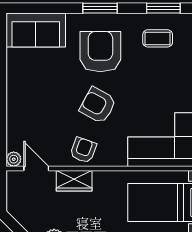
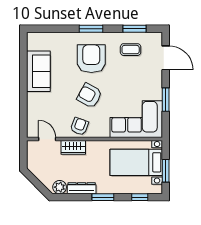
sofa: (36, 30) -> (38, 71), moved, turned -90
plant: (14, 159) -> (32, 133), removed

